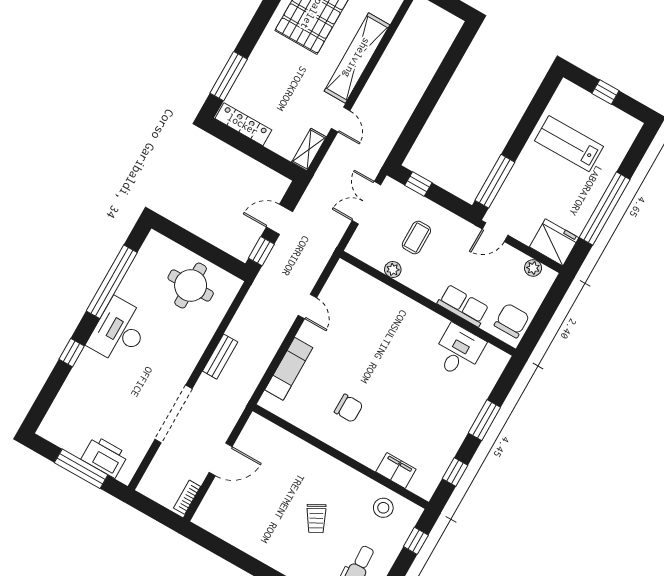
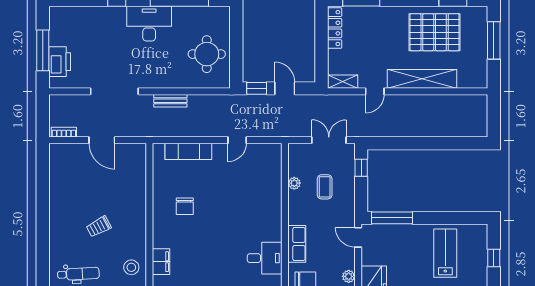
coffee table: (416, 237) -> (325, 187), turned 90

